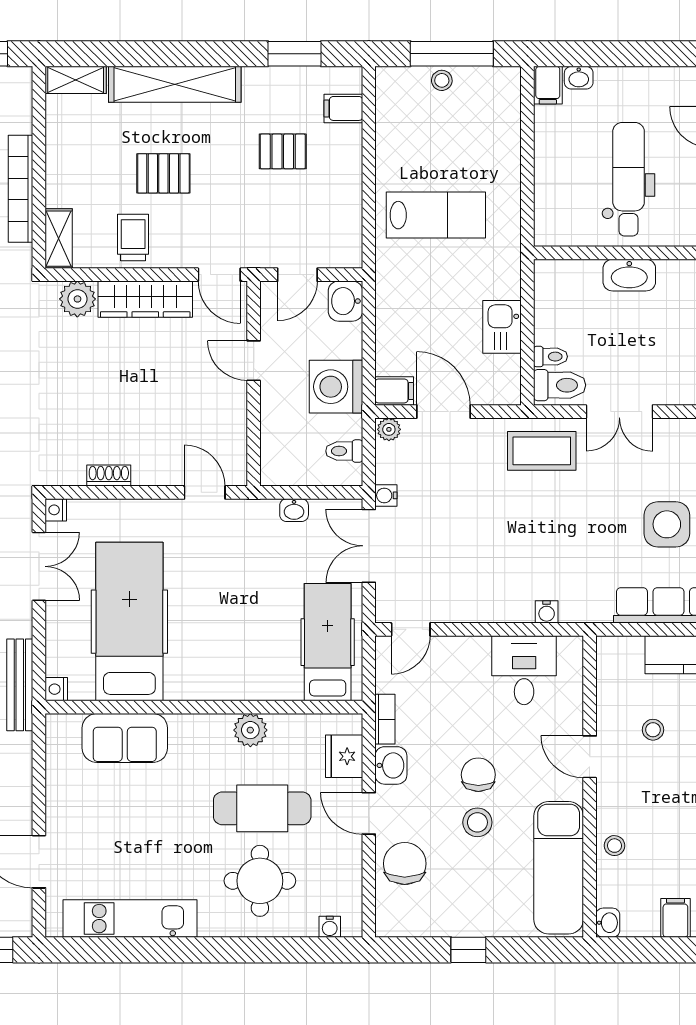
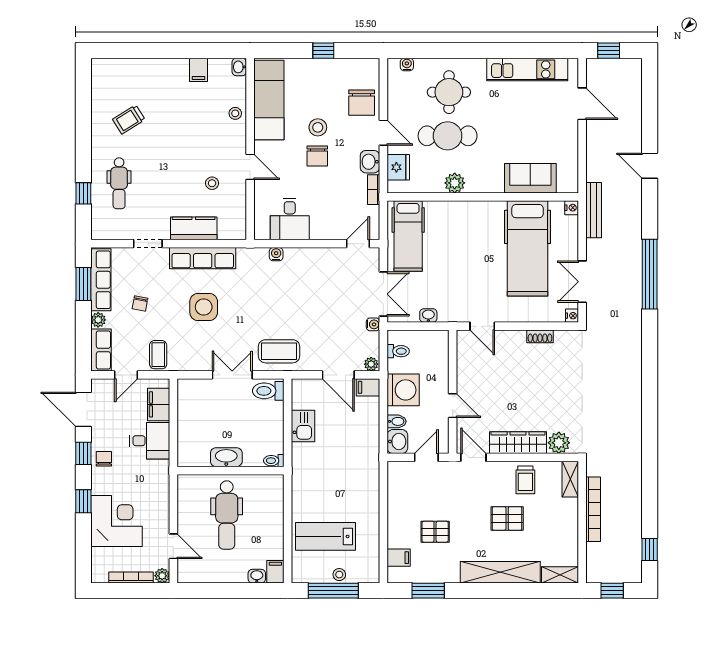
lab bench: (436, 215) -> (326, 536), moved
bidet: (347, 335) -> (397, 421), added
toilet: (550, 357) -> (274, 461), moved

